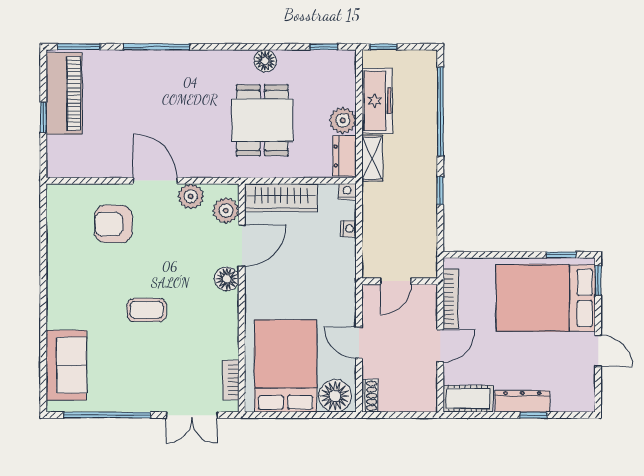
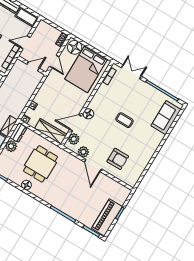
door: (396, 281) -> (33, 66), moved
wall: (400, 281) -> (32, 65), moved

